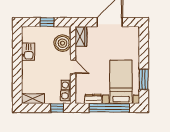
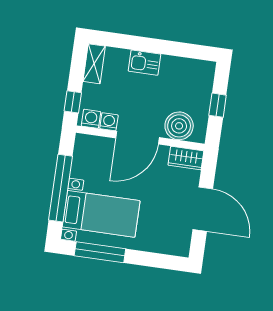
kitchen sink: (28, 52) -> (145, 63), moved
door: (73, 67) -> (138, 138), width x1.88
window: (144, 79) -> (100, 252), width x1.44
dresser: (93, 99) -> (79, 164), removed

